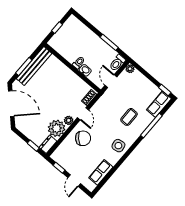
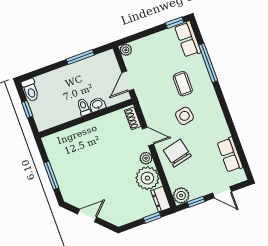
toilet: (117, 63) -> (30, 90), moved
bench: (34, 66) -> (58, 163), removed
door: (111, 81) -> (128, 81), hinge flipped
door: (11, 104) -> (87, 216), width x0.53
chair: (83, 138) -> (177, 153), turned -58
side table: (118, 146) -> (184, 116), moved
plant: (58, 156) -> (181, 195), added

